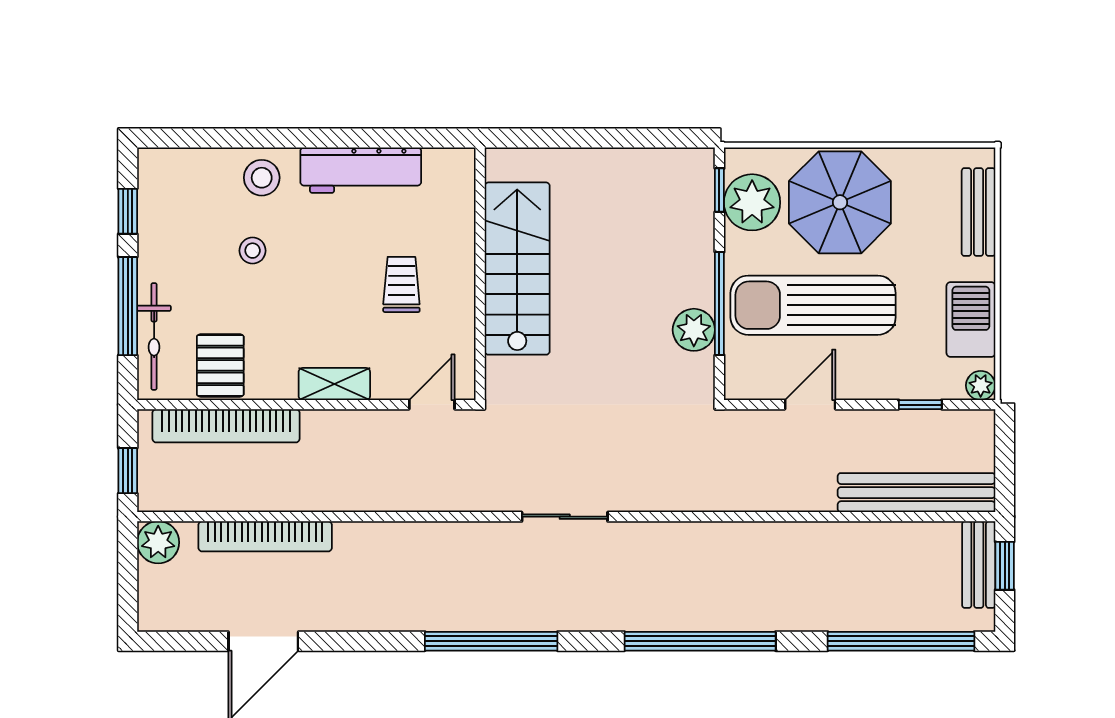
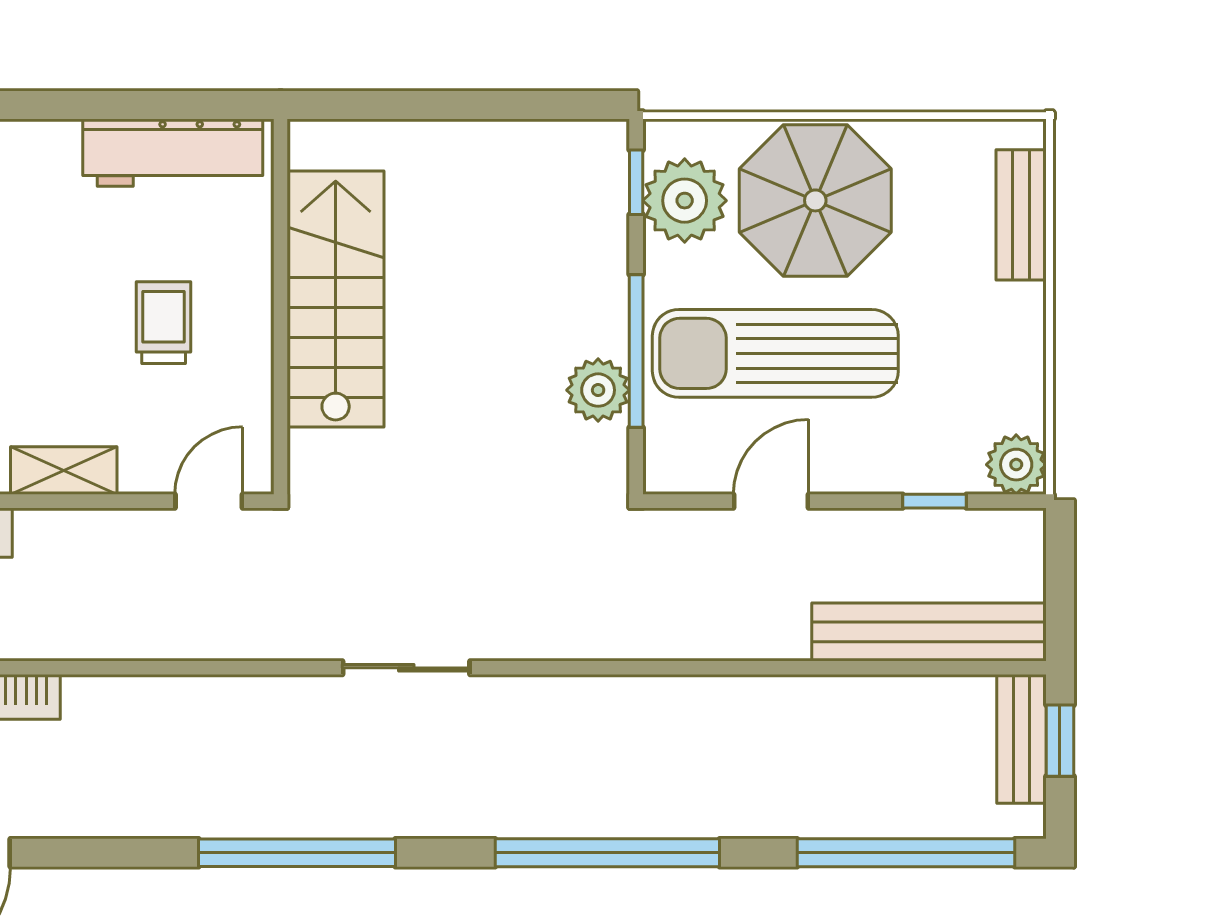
workbench: (361, 170) -> (173, 153), moved
barbecue: (971, 320) -> (1010, 375), removed
plant: (981, 385) -> (1016, 465), width x1.38, depth x1.38

